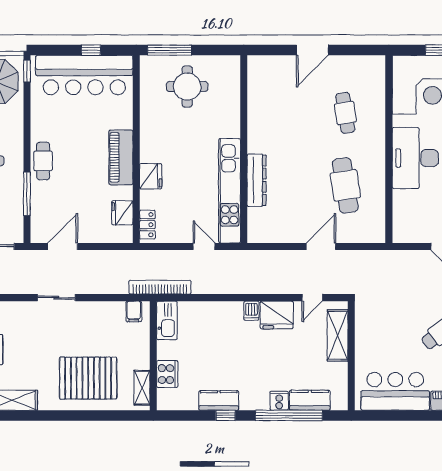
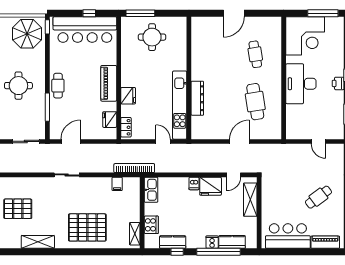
kitchen sink: (167, 320) -> (151, 190), moved
wall: (153, 356) -> (142, 213), moved
cooker: (167, 374) -> (151, 225), moved
shelving: (142, 388) -> (135, 234), moved

